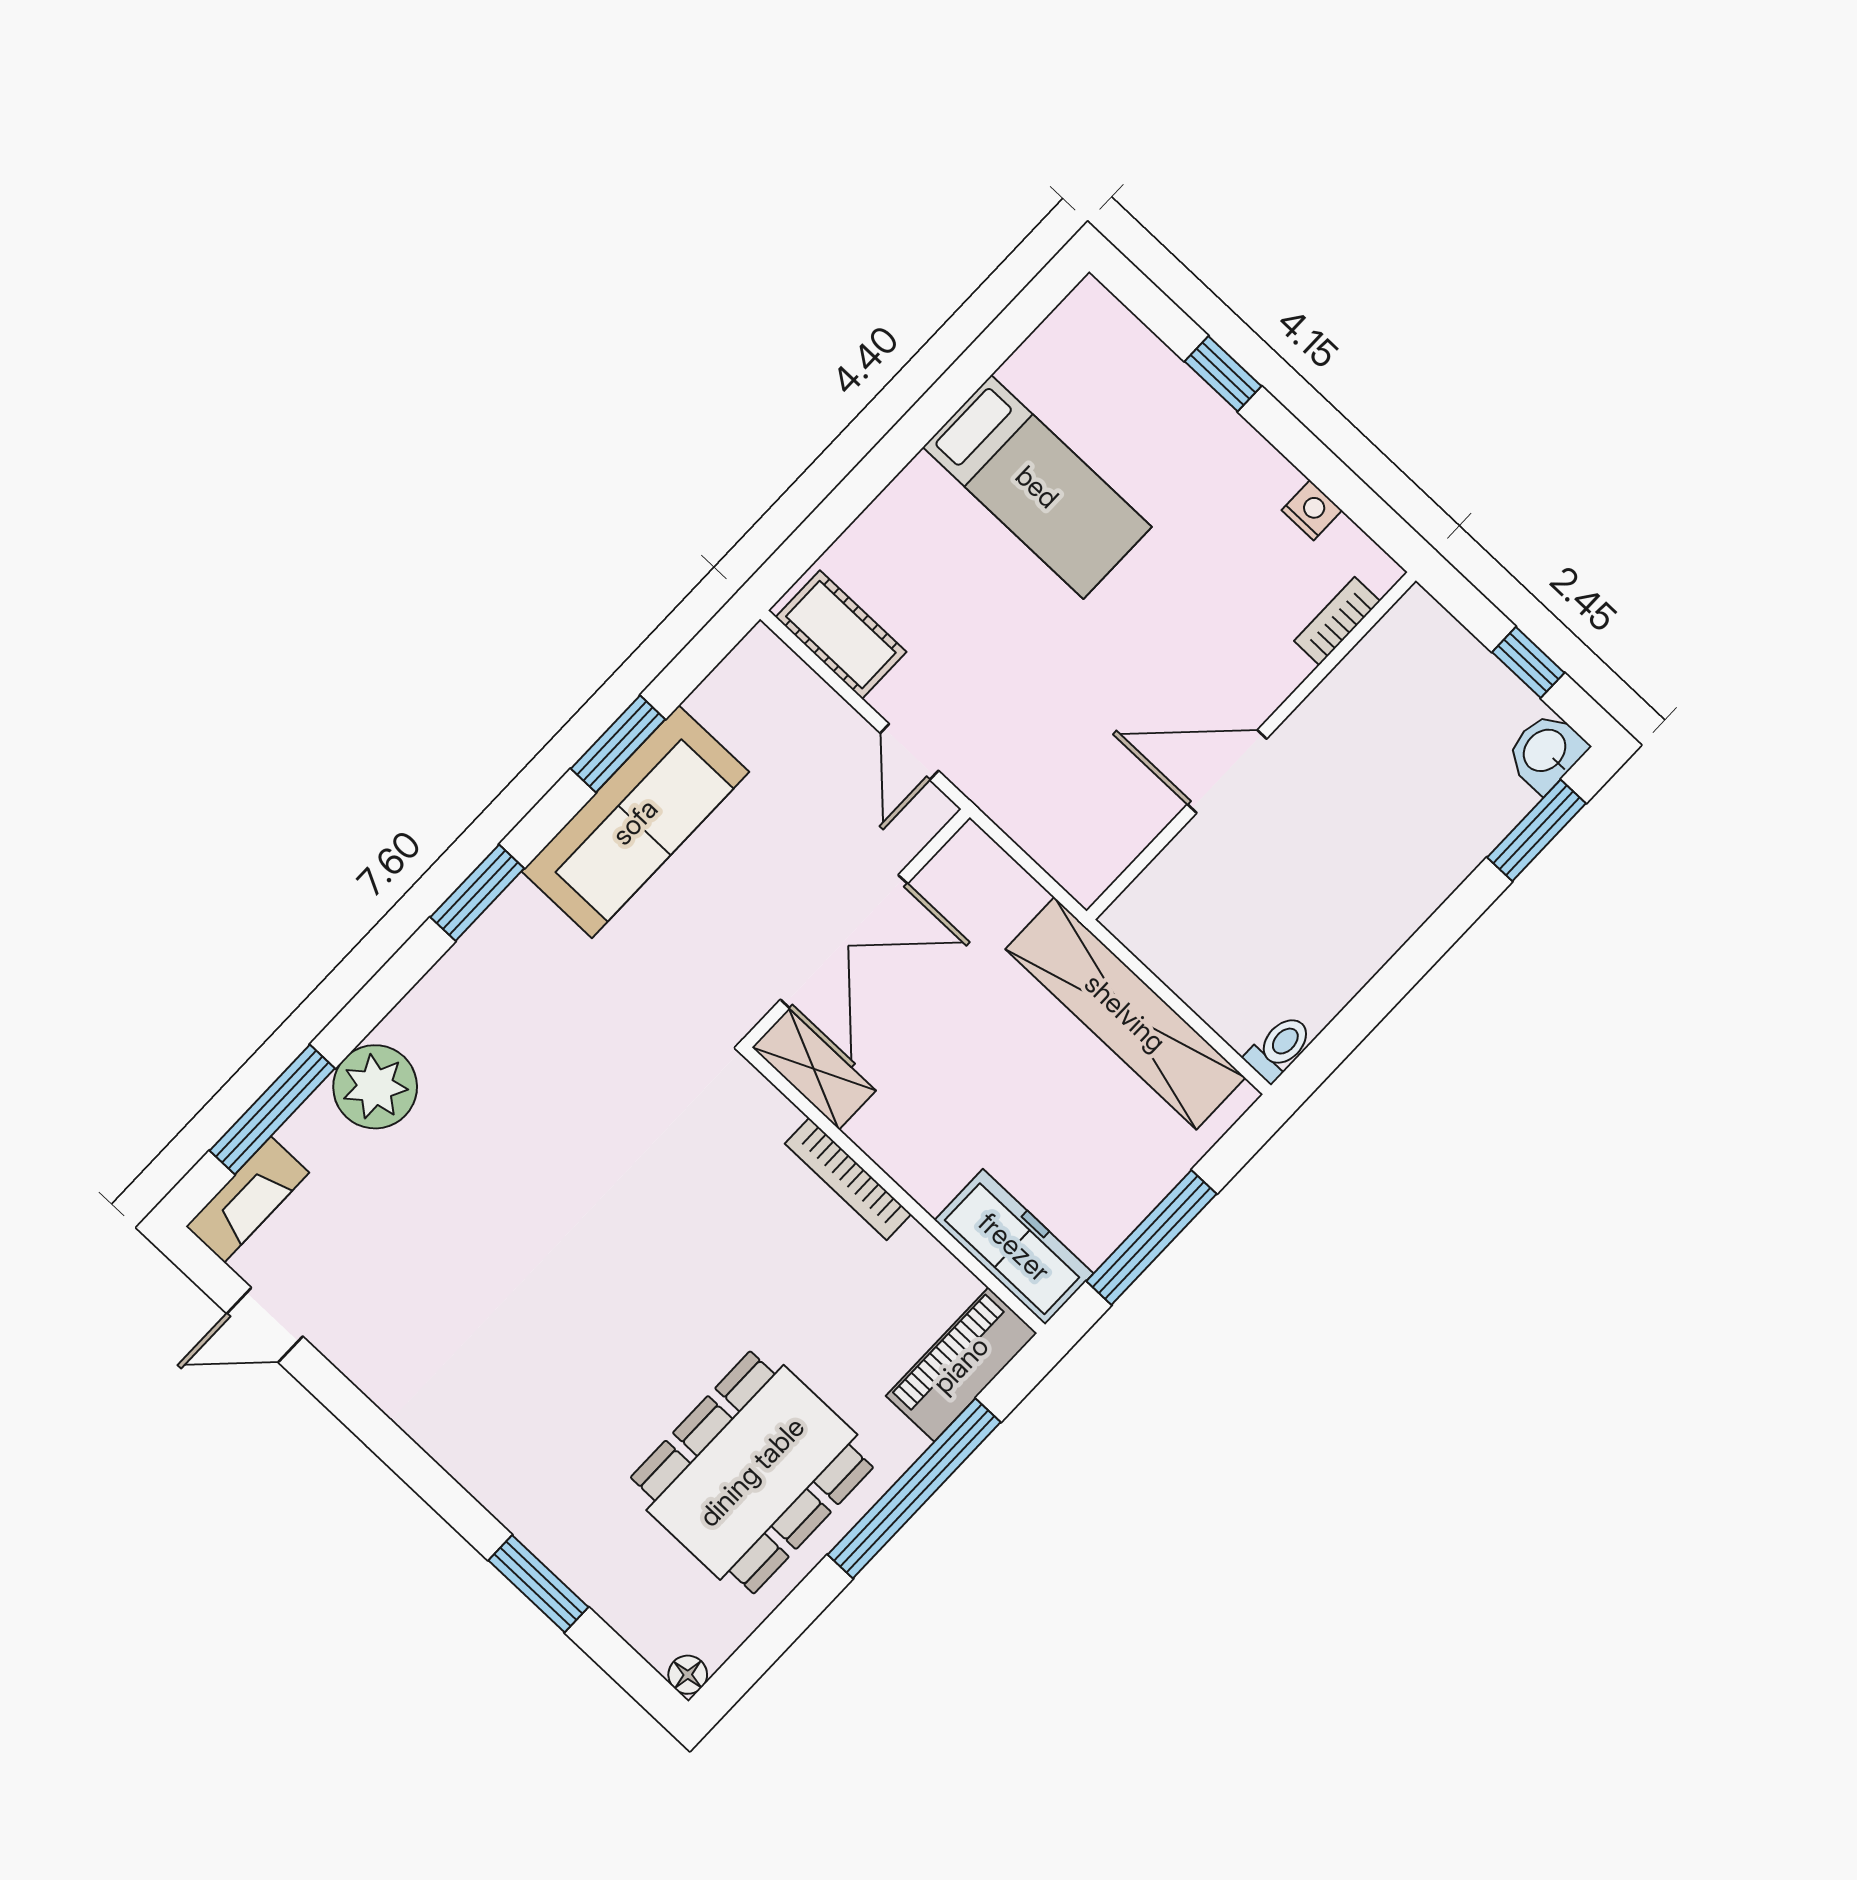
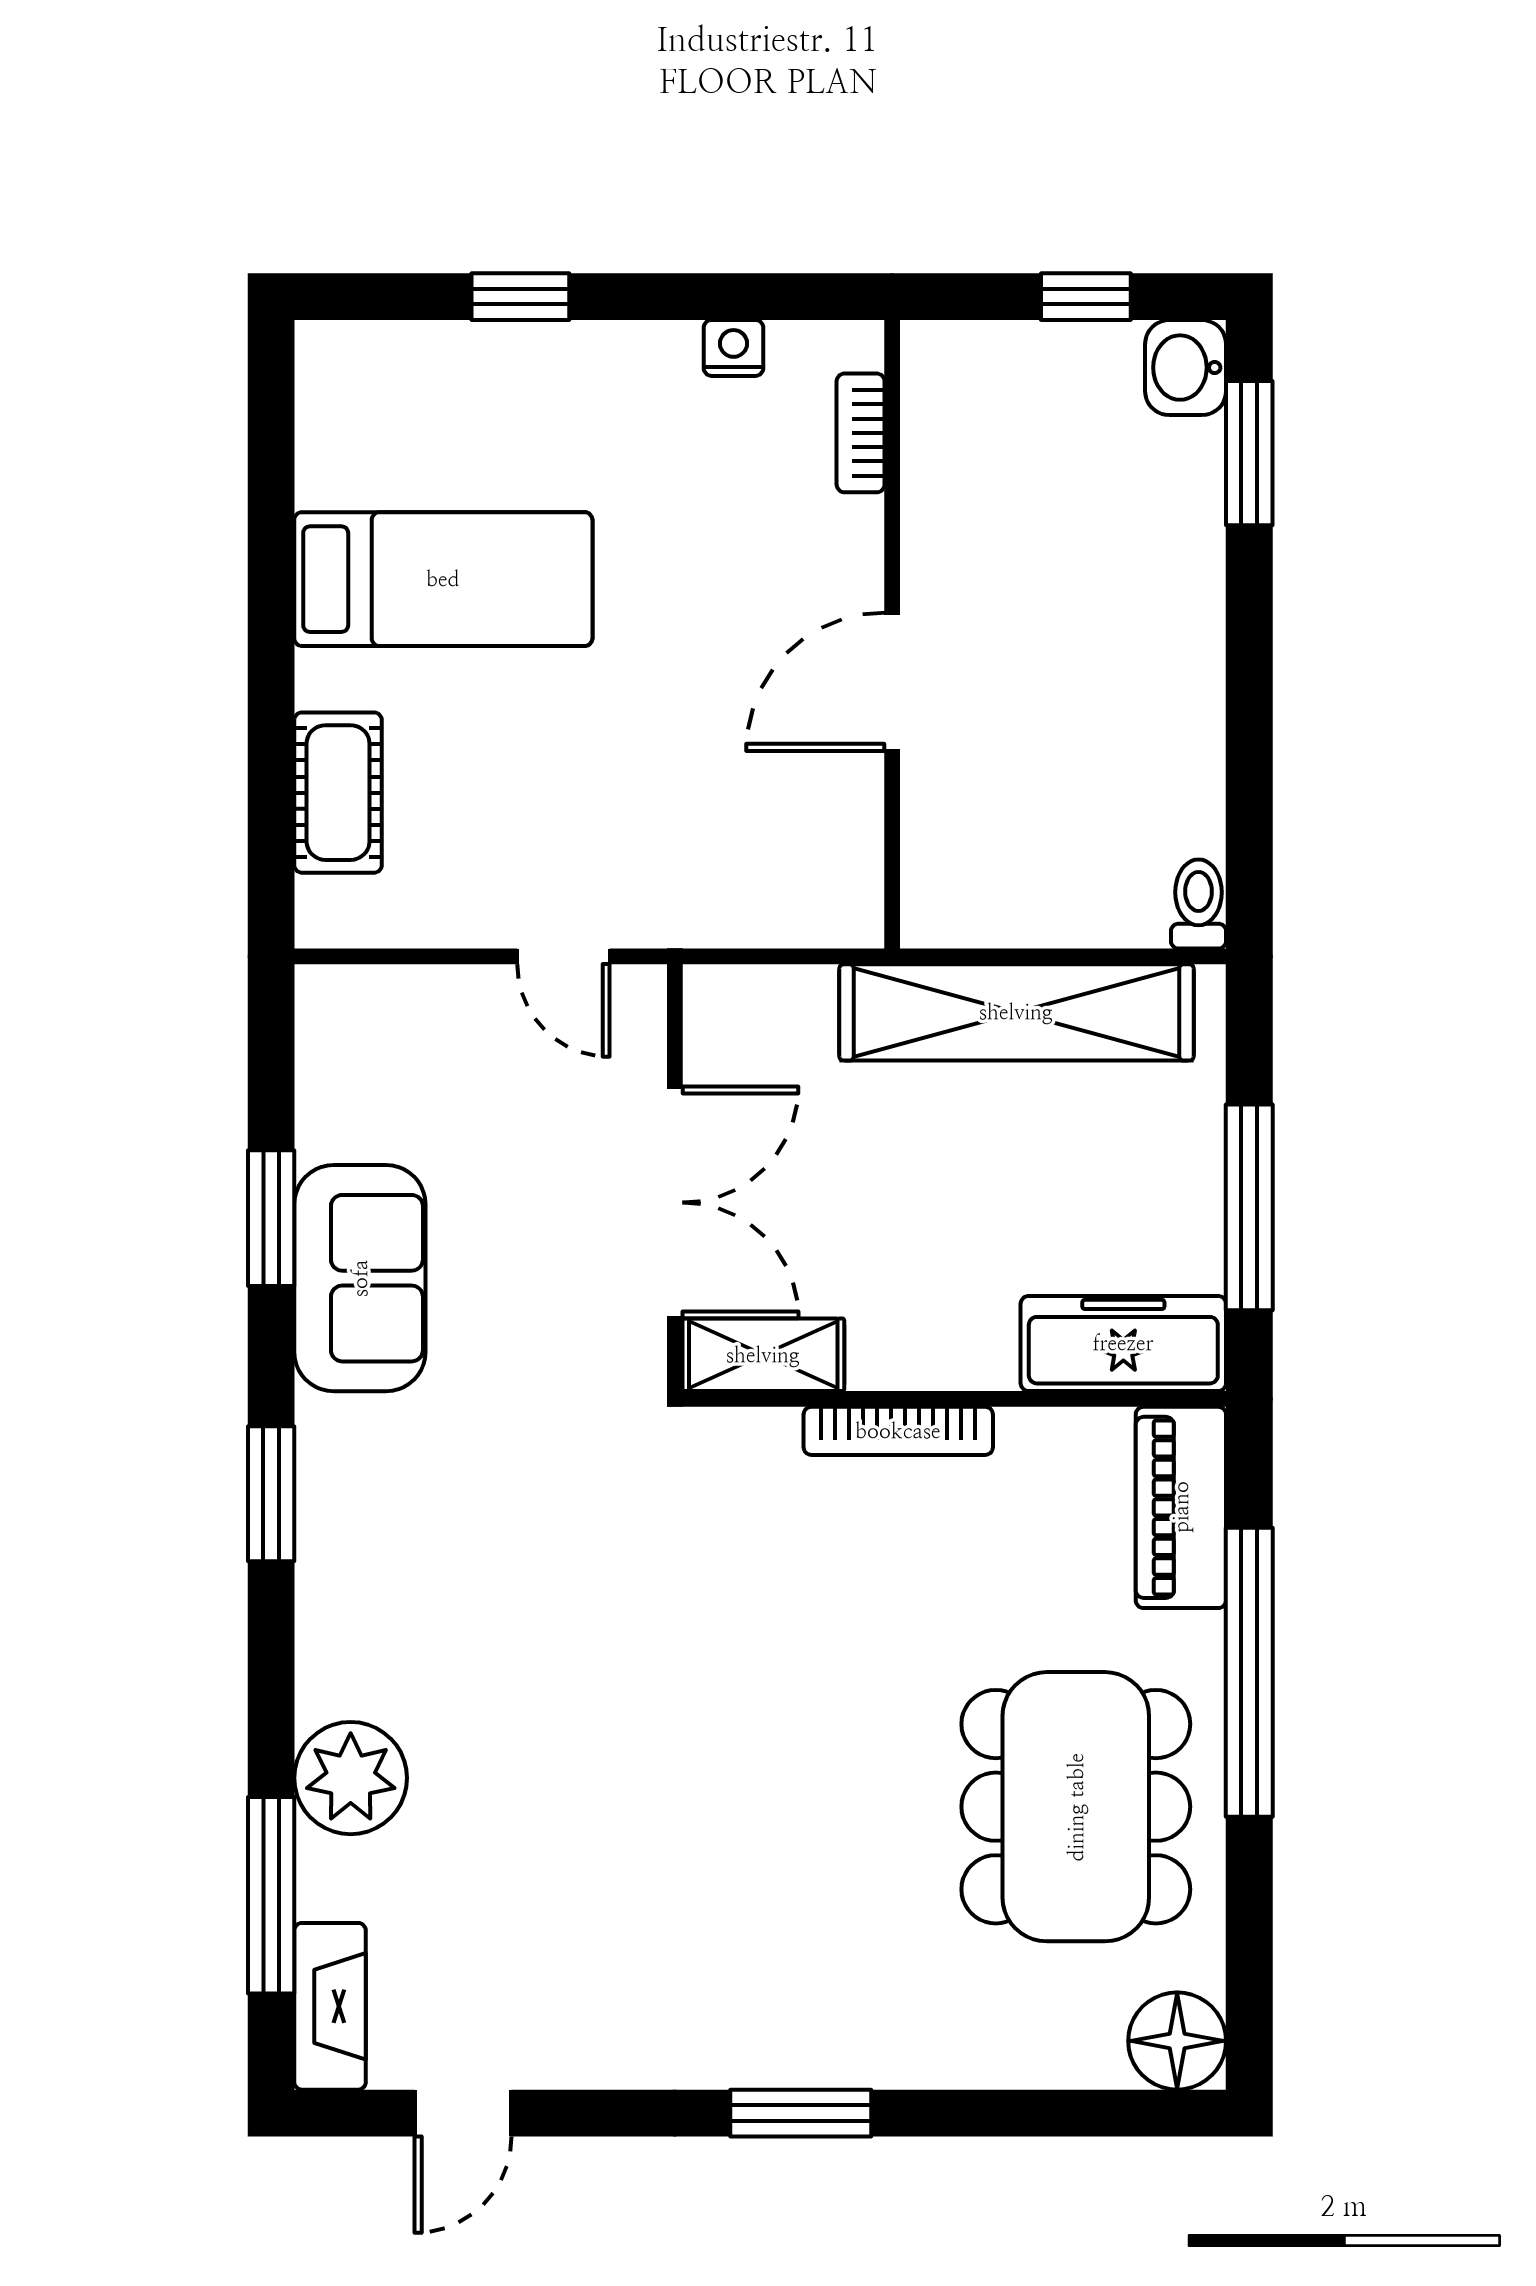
cot: (841, 635) -> (338, 793), moved, turned 90
sofa: (635, 822) -> (360, 1278), width x0.73
window: (538, 1584) -> (801, 2113), moved
floor lamp: (688, 1675) -> (1177, 2041), width x1.89, depth x1.89

